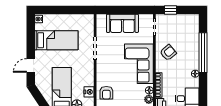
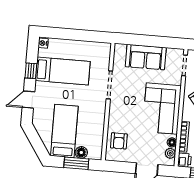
window: (31, 42) -> (31, 71), added
nightstand: (89, 92) -> (97, 138), removed

